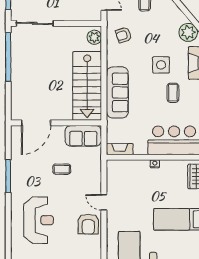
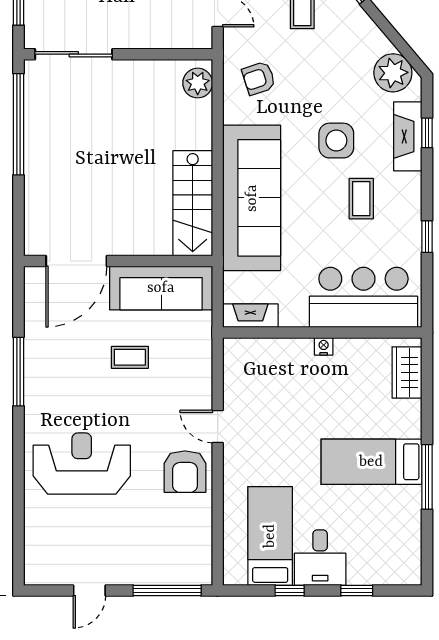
stairs: (87, 86) -> (193, 203), width x0.73, depth x0.66
sofa: (117, 92) -> (252, 198), width x1.36, depth x1.27
sofa: (83, 136) -> (161, 288), width x1.36
reception desk: (39, 220) -> (82, 464), turned -90

